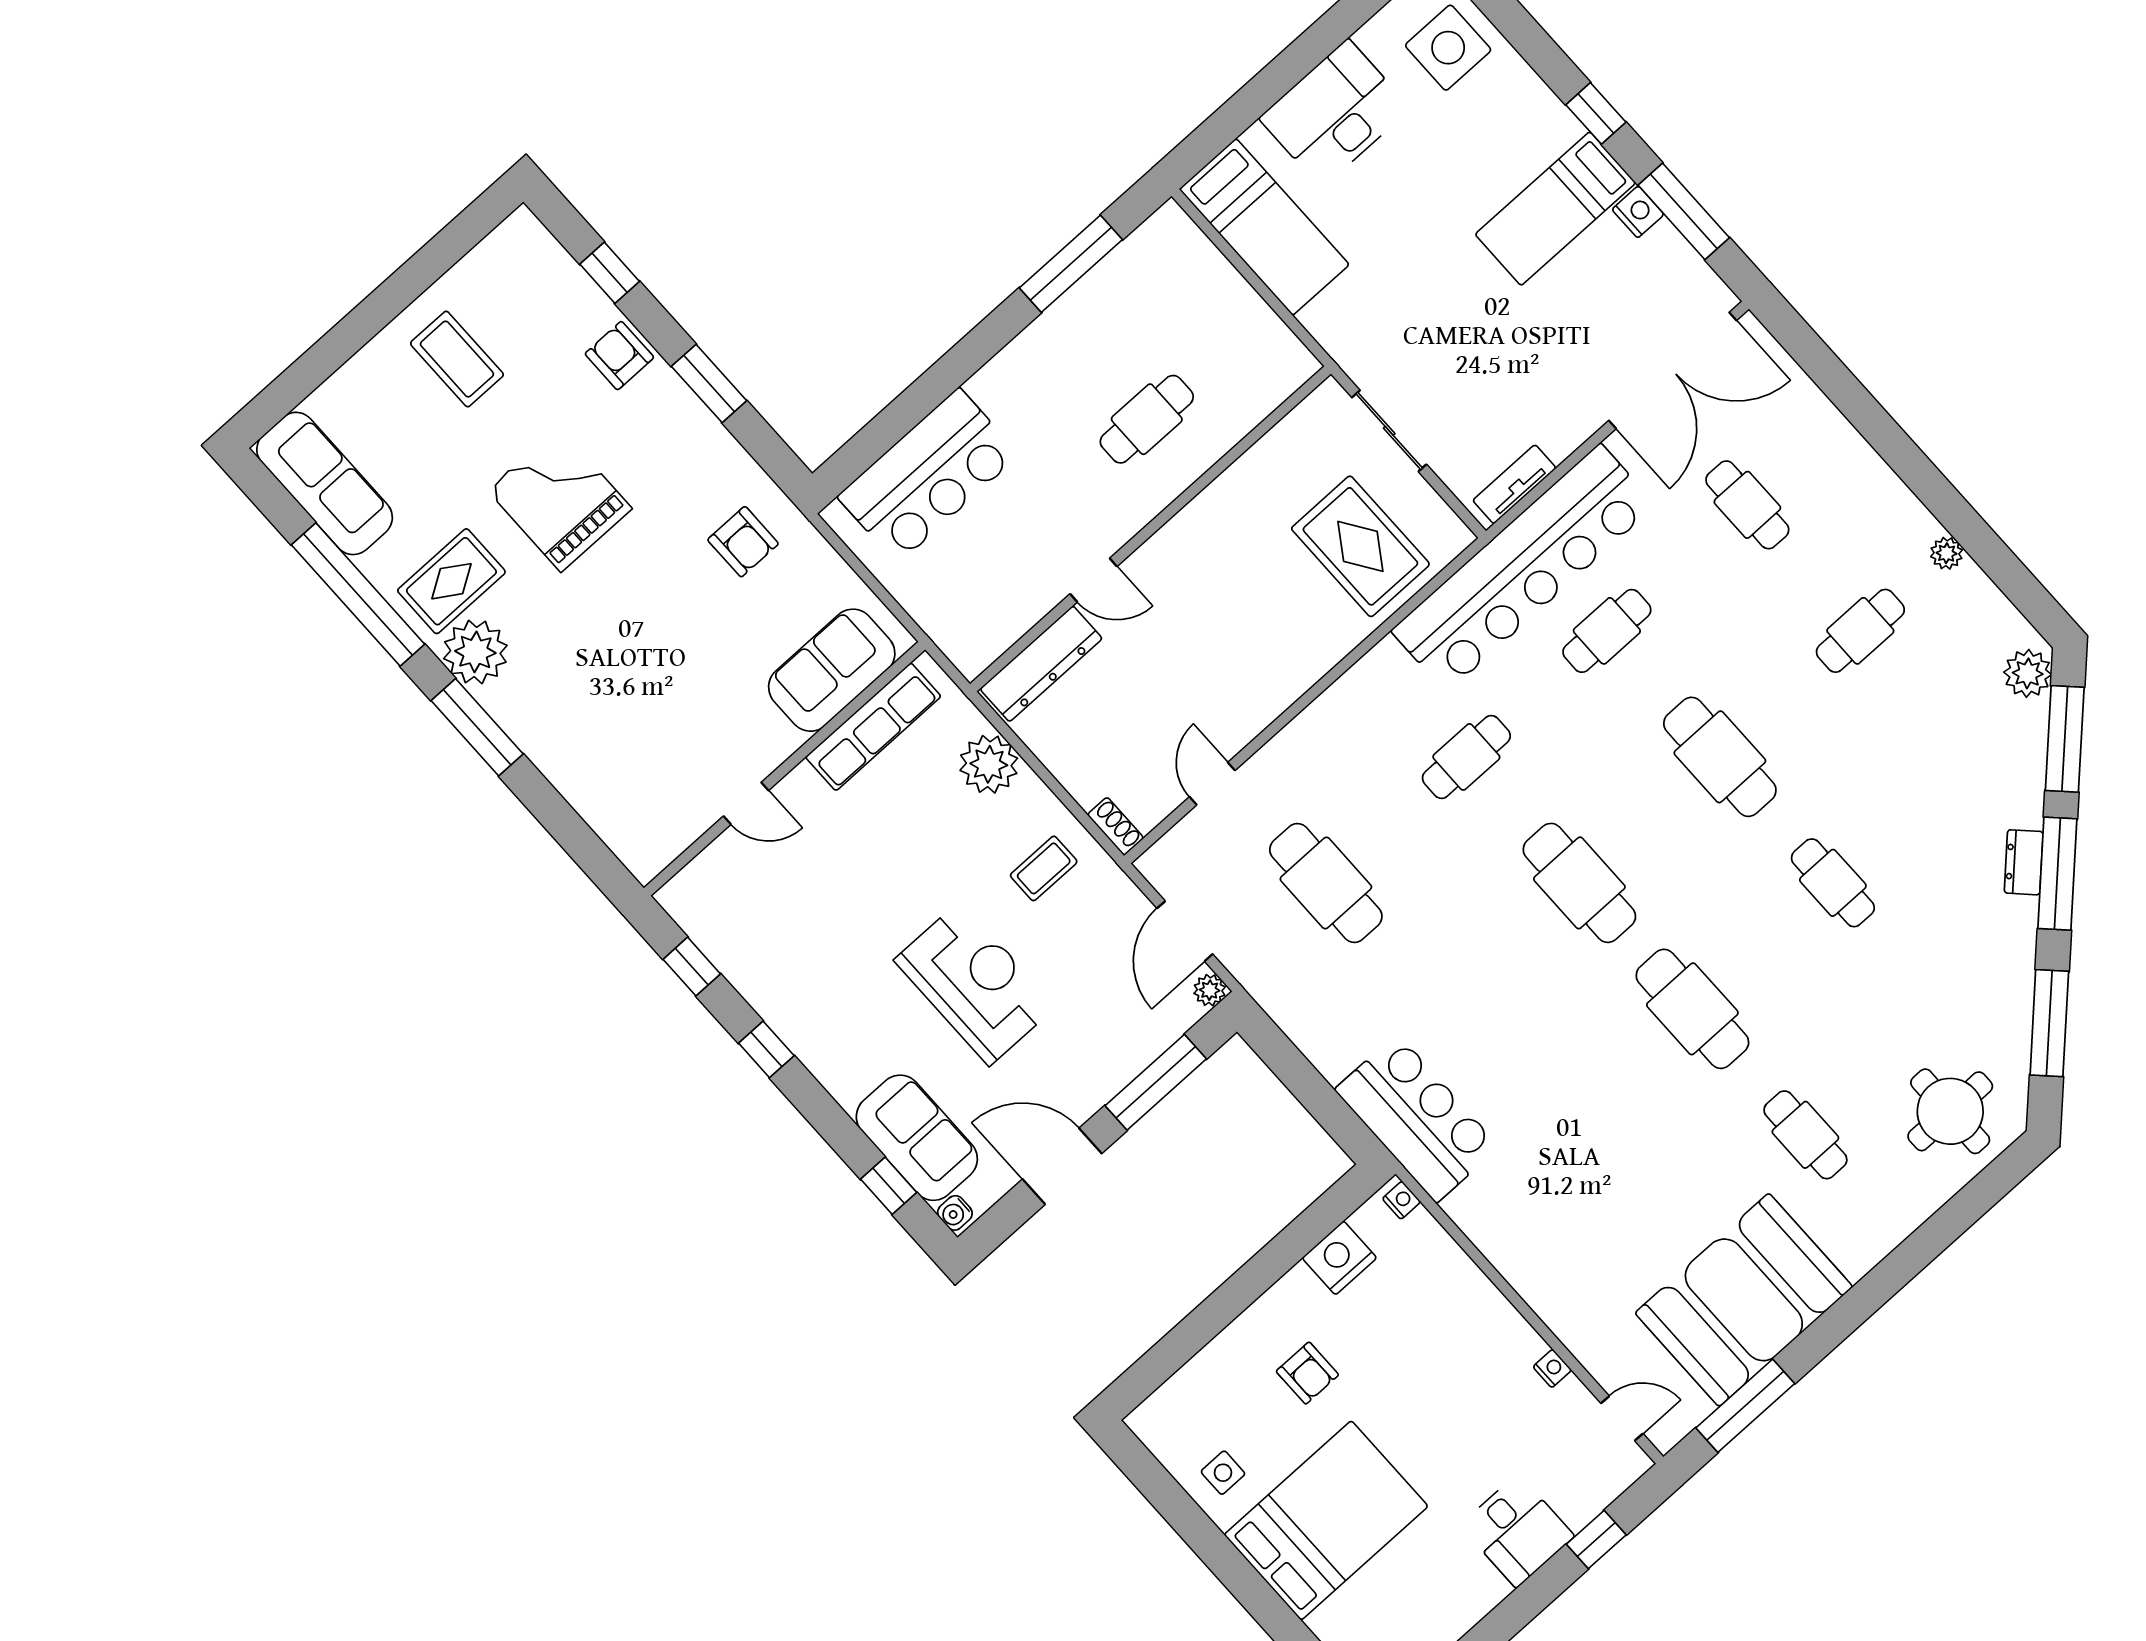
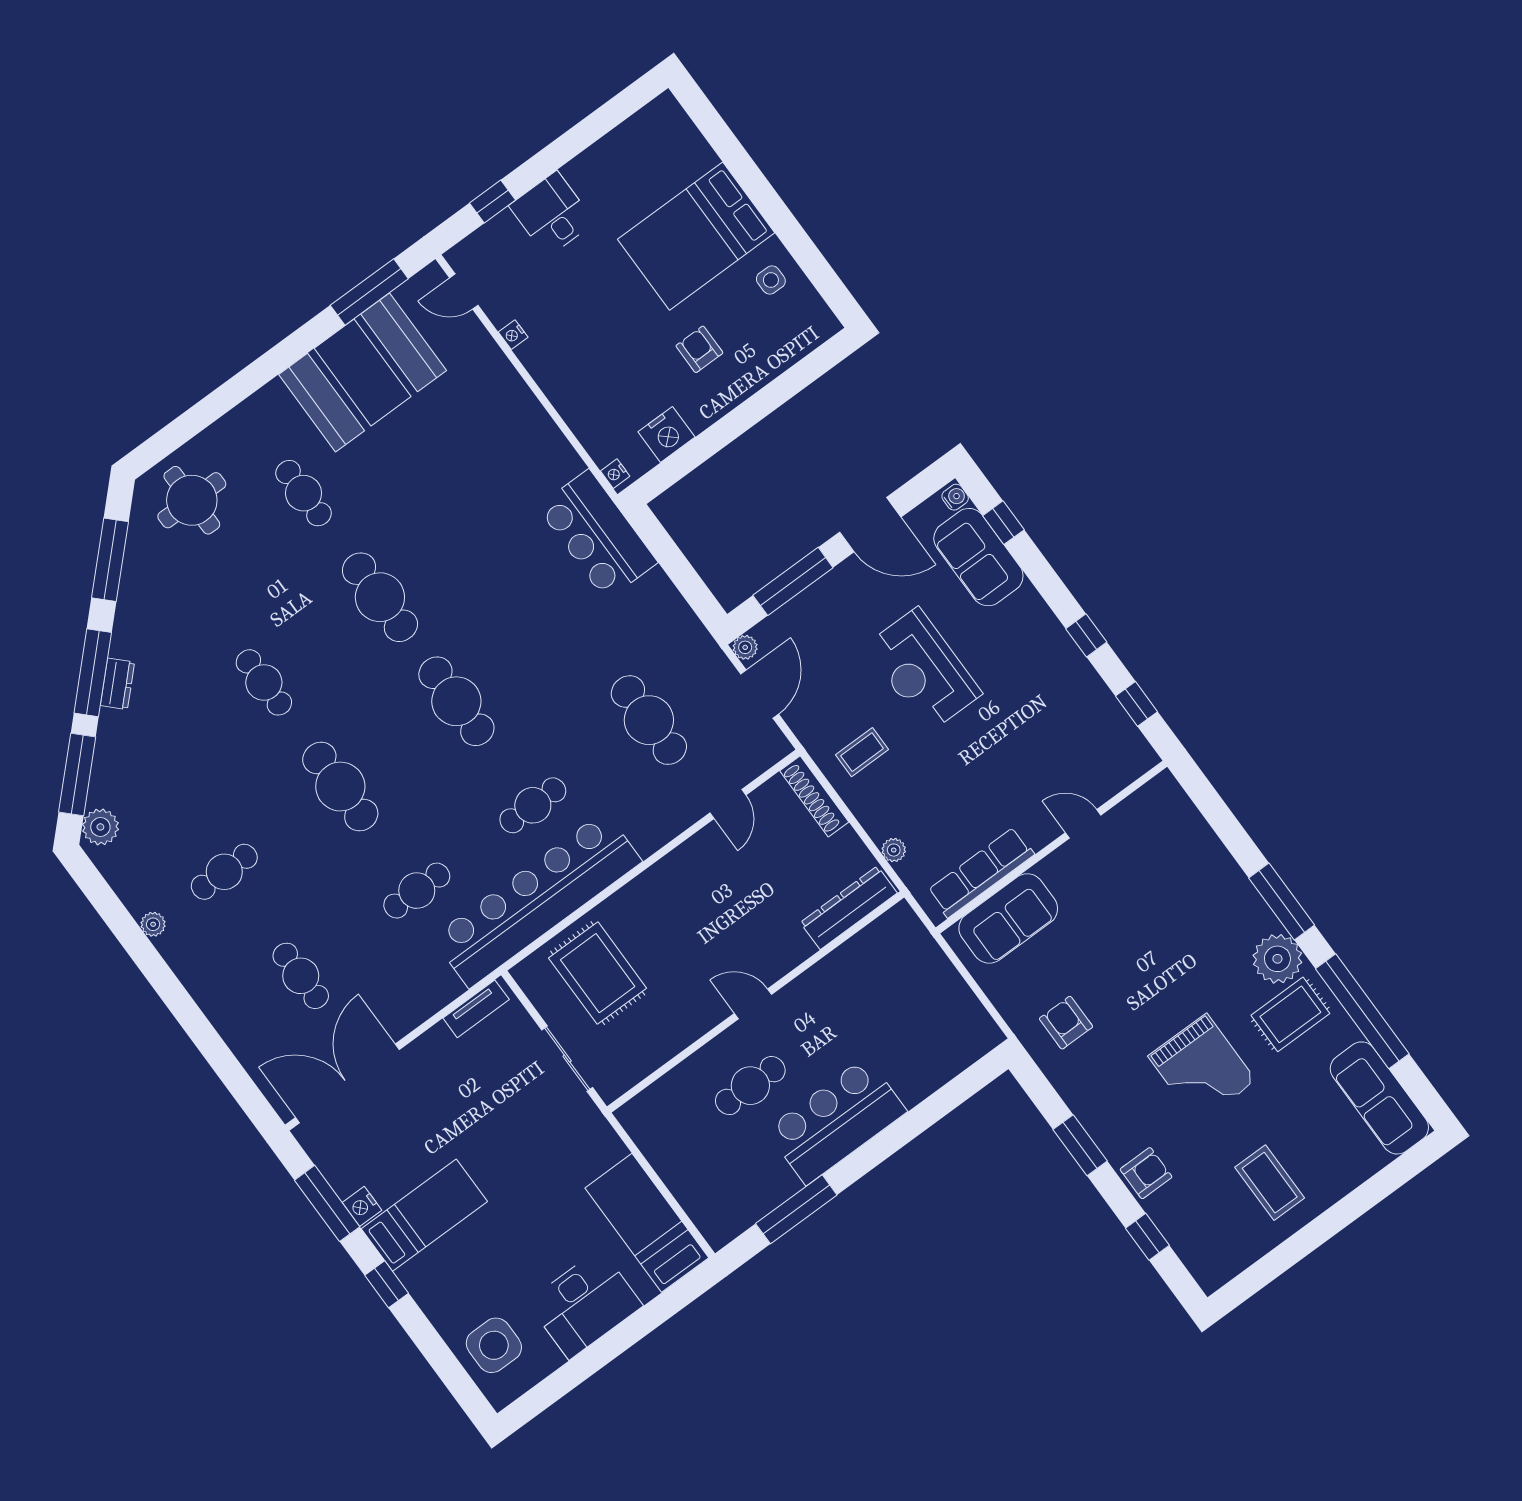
armchair: (619, 356) -> (1146, 1173), turned -90
bar counter: (928, 476) -> (836, 1121), moved
bar counter: (1523, 568) -> (537, 900), moved
door: (1094, 580) -> (753, 1004), moved
plant: (989, 764) -> (894, 850), width x0.53, depth x0.53
shoe rack: (1116, 826) -> (814, 796), width x1.94, depth x1.24

